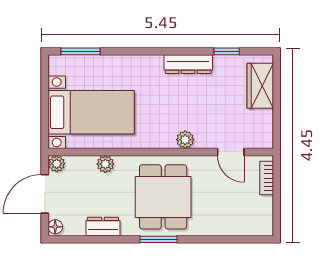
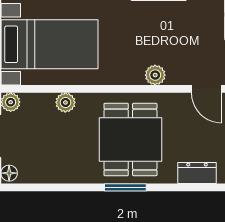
dresser: (103, 227) -> (197, 173), moved

